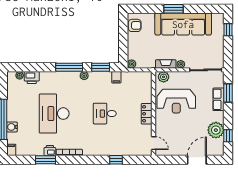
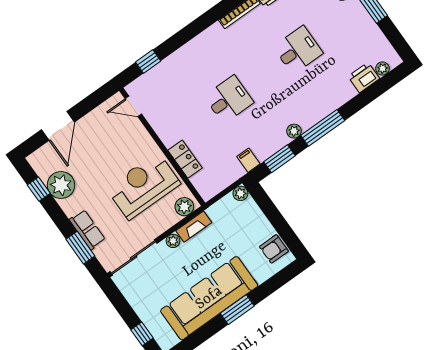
desk: (54, 114) -> (298, 50), width x0.53, depth x0.77
locker: (147, 114) -> (185, 159), moved
window: (116, 160) -> (148, 62), moved

